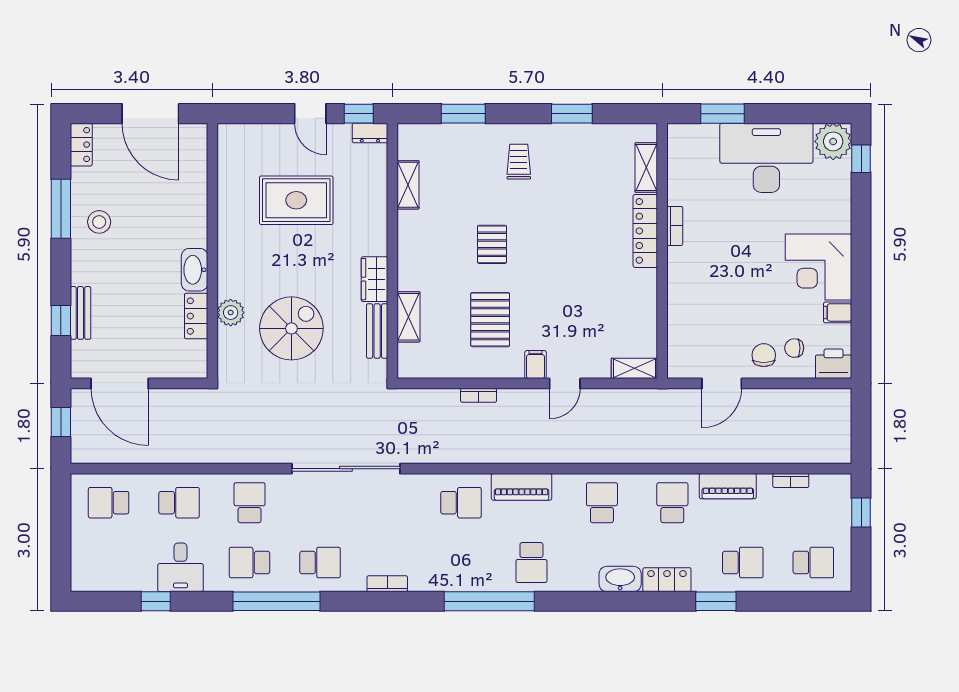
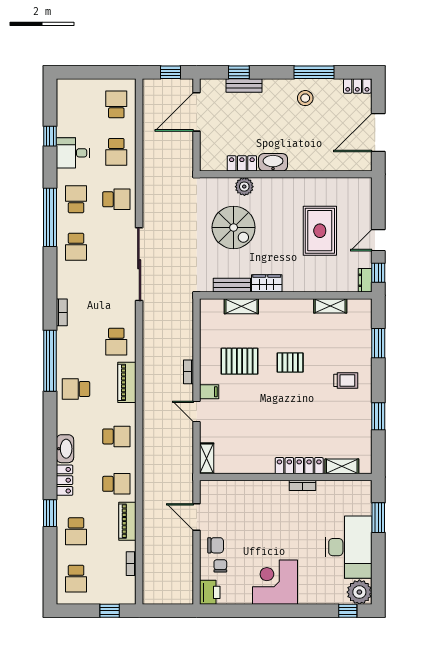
filing cabinet: (838, 312) -> (244, 595), removed
bookcase: (479, 395) -> (189, 372), moved
bookcase: (387, 584) -> (62, 312), moved

